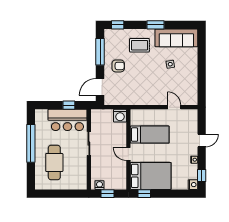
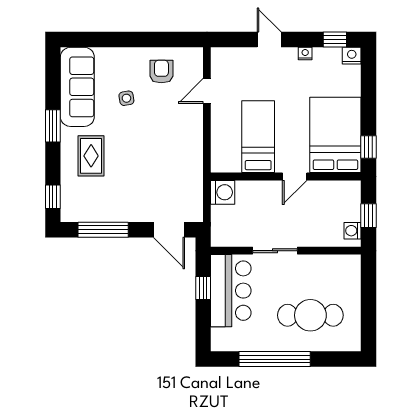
armchair: (118, 66) -> (161, 71), moved

